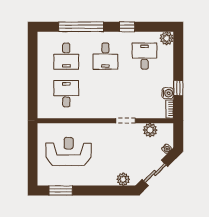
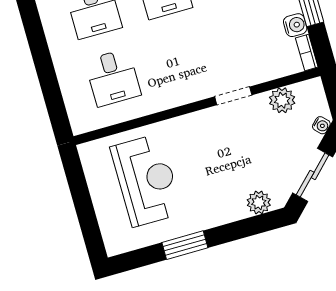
desk: (66, 94) -> (113, 78), turned 180
reception desk: (69, 151) -> (146, 180), turned 90
window: (61, 190) -> (185, 245), moved

